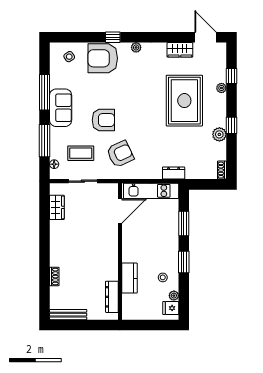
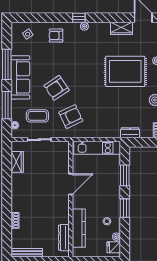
window: (113, 37) -> (79, 18), moved
armchair: (103, 58) -> (56, 35), width x0.53, depth x0.53
rug: (184, 101) -> (125, 71), turned 90
sofa: (61, 108) -> (20, 77), width x1.36
armchair: (103, 120) -> (57, 88), turned 146
dresser: (174, 173) -> (130, 133), moved
door: (120, 211) -> (71, 184), moved
kitchen counter: (129, 278) -> (79, 228), width x1.50

